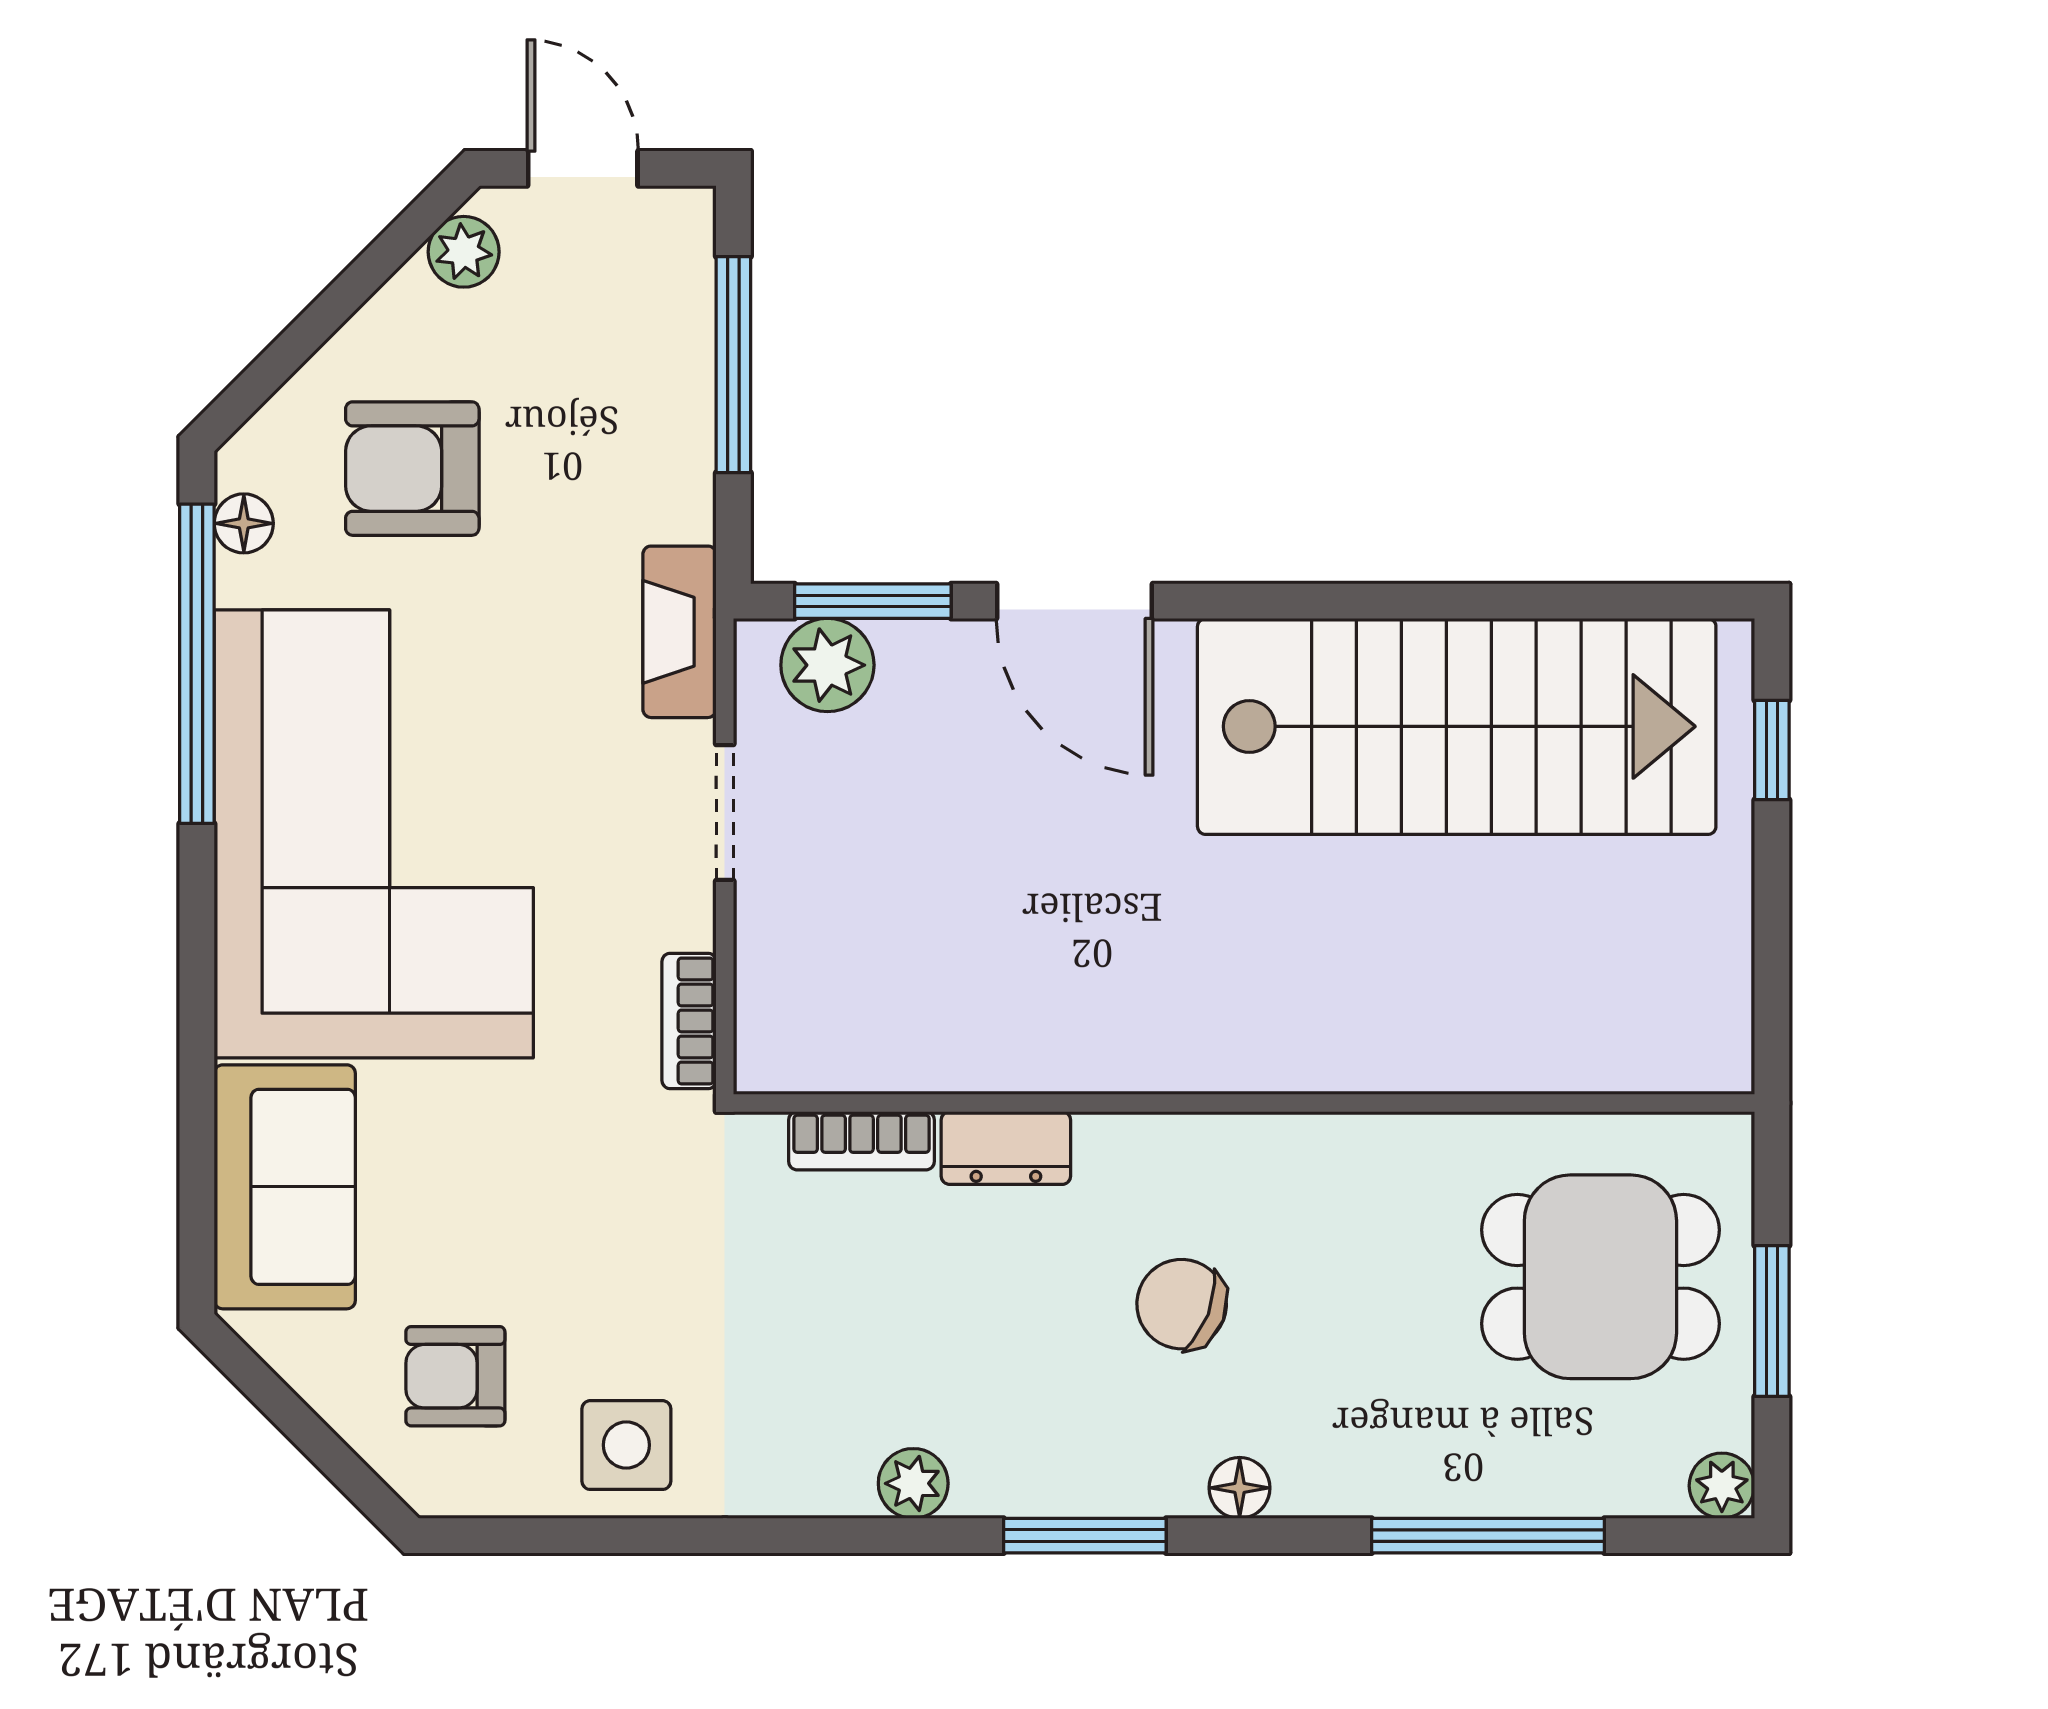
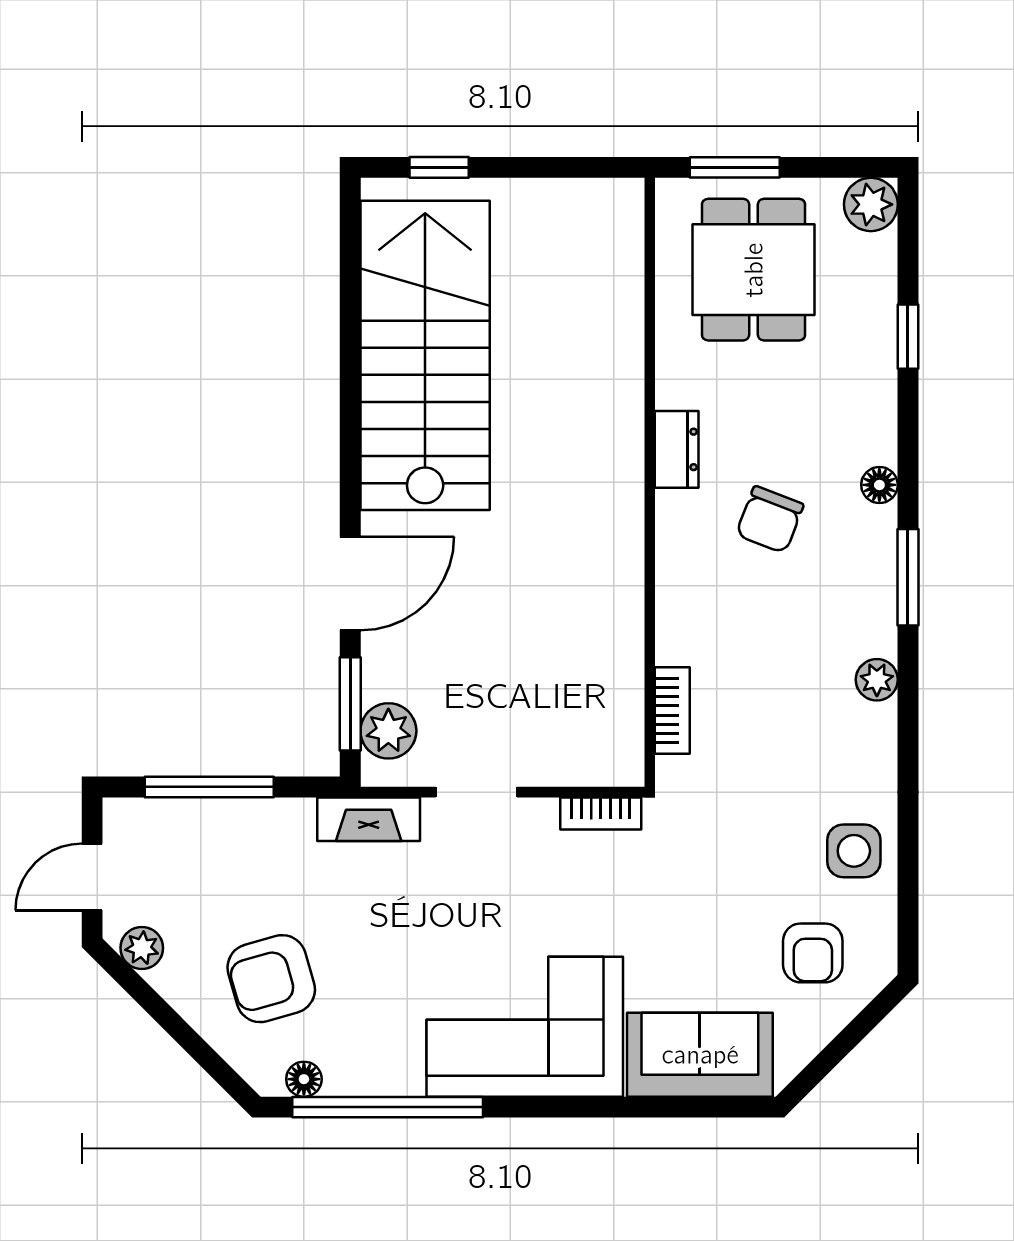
armchair: (412, 469) -> (271, 979), turned 74
corner sofa: (374, 834) -> (525, 1027), width x0.73, depth x0.74
dresser: (1006, 1148) -> (677, 449), moved
window: (1772, 1321) -> (735, 167), moved
plant: (1722, 1486) -> (871, 204), width x1.38, depth x1.38
window: (1488, 1536) -> (908, 337), width x0.46

